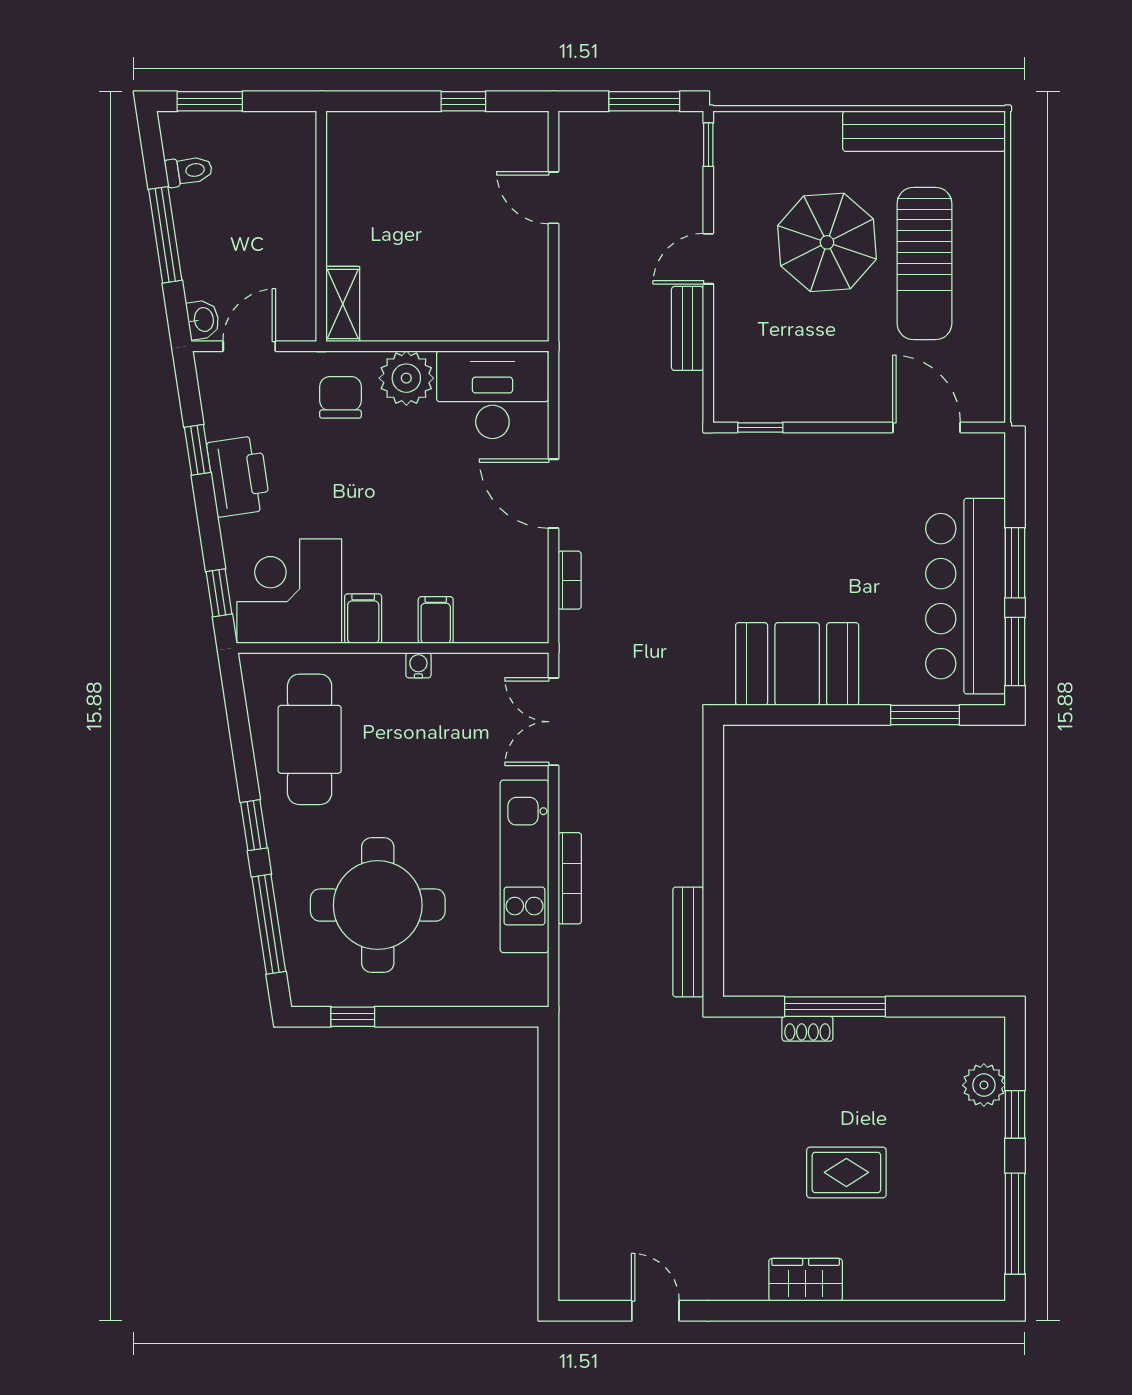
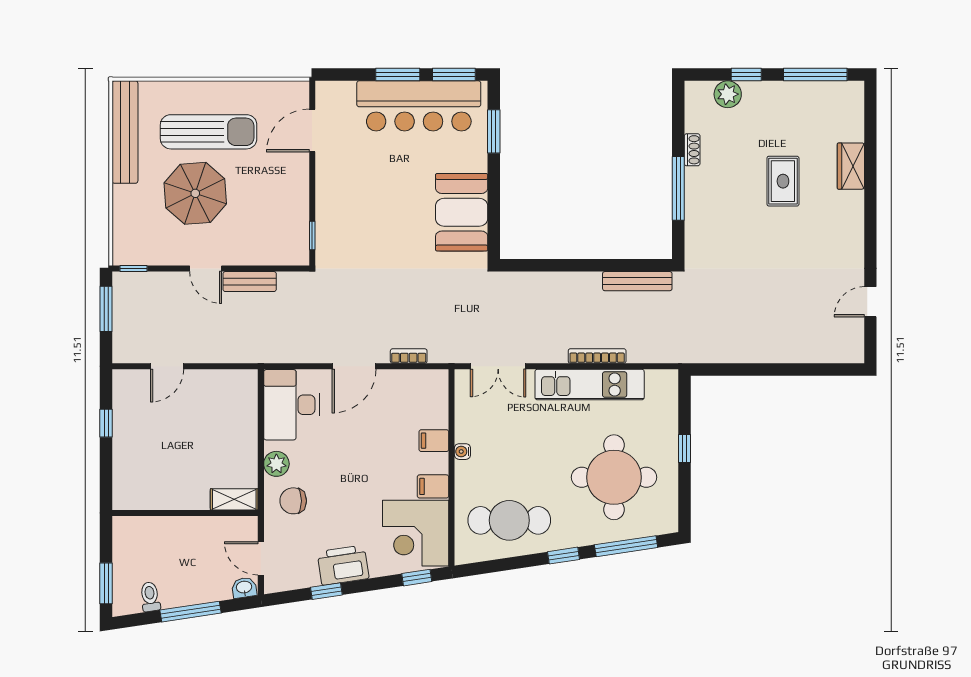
plant: (406, 378) -> (276, 464), width x0.73, depth x0.73
window: (353, 1017) -> (685, 449), moved
shoe rack: (807, 1029) -> (692, 150), moved
wardrobe: (806, 1280) -> (851, 166), moved

